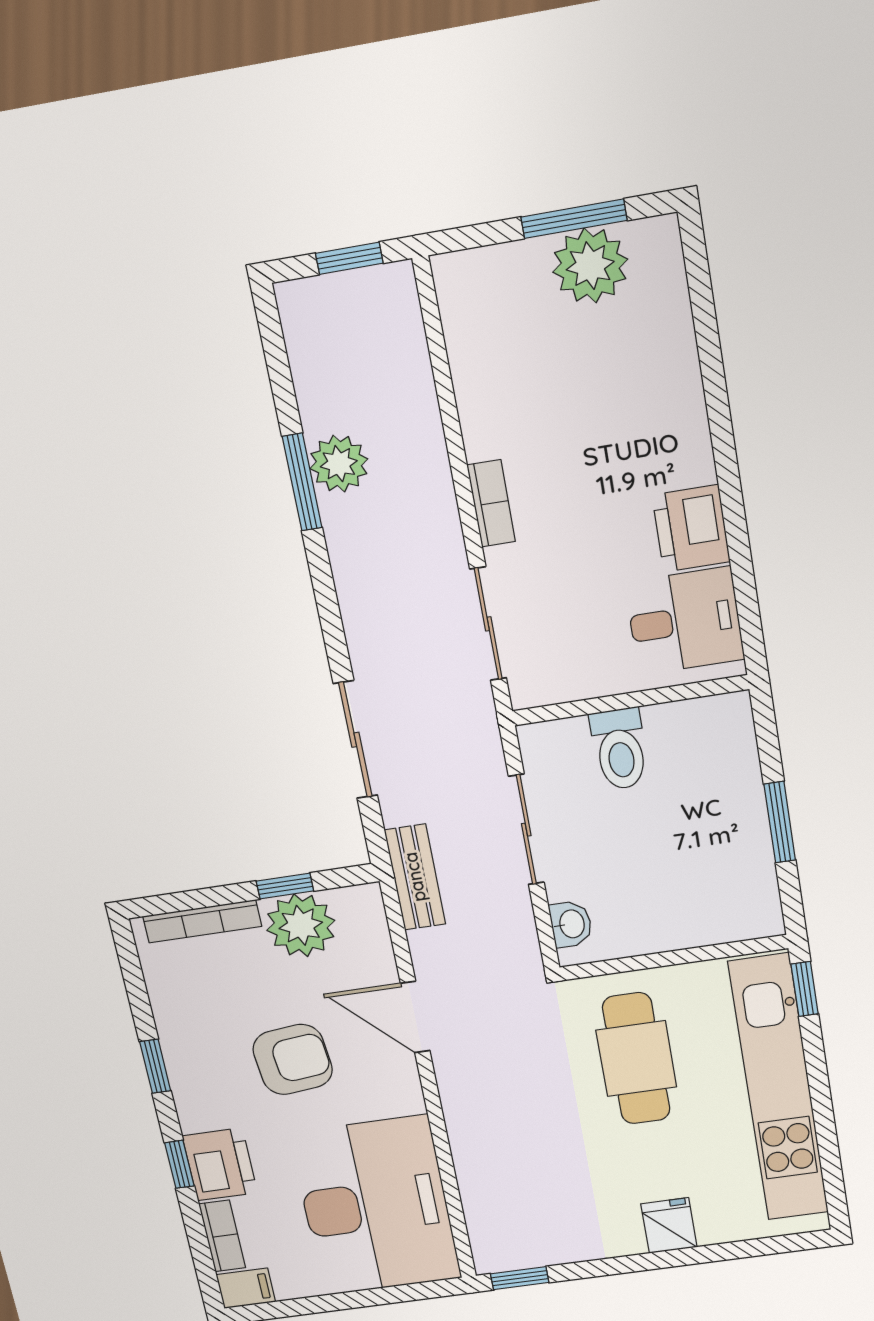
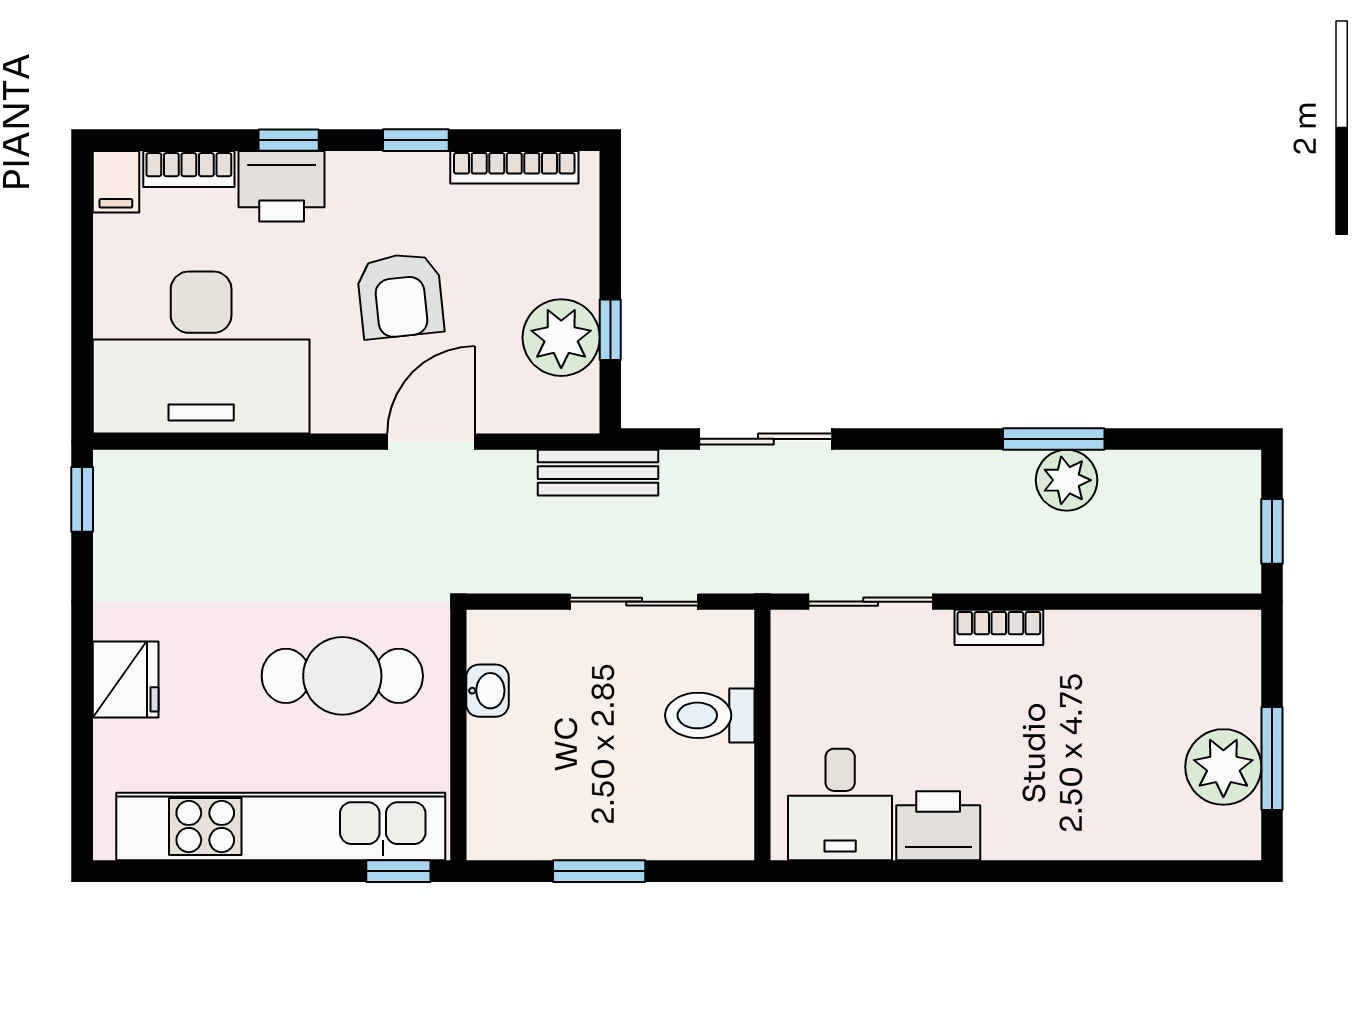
bookcase: (202, 921) -> (514, 167), moved, turned -90
washbasin: (571, 924) -> (487, 691), moved, turned -90
fridge: (669, 1225) -> (126, 680), width x1.38

